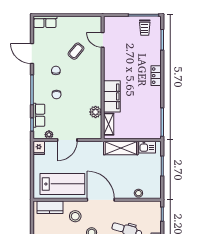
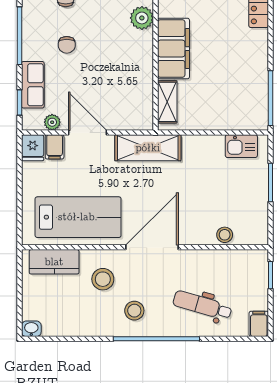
plant: (95, 112) -> (142, 18), moved
door: (67, 140) -> (87, 132), swing flipped
filing cabinet: (50, 147) -> (55, 147), added
shelving: (121, 148) -> (148, 148), moved
door: (101, 200) -> (152, 247), hinge flipped

